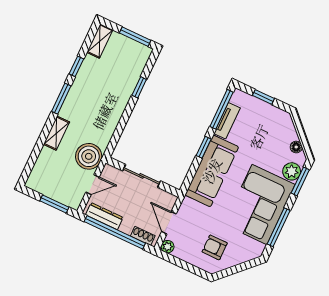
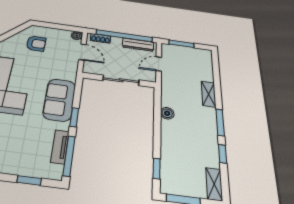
window: (139, 87) -> (157, 169), moved
boiler: (89, 156) -> (167, 113), moved, width x0.54, depth x0.54
sofa: (212, 171) -> (59, 100), width x0.73

